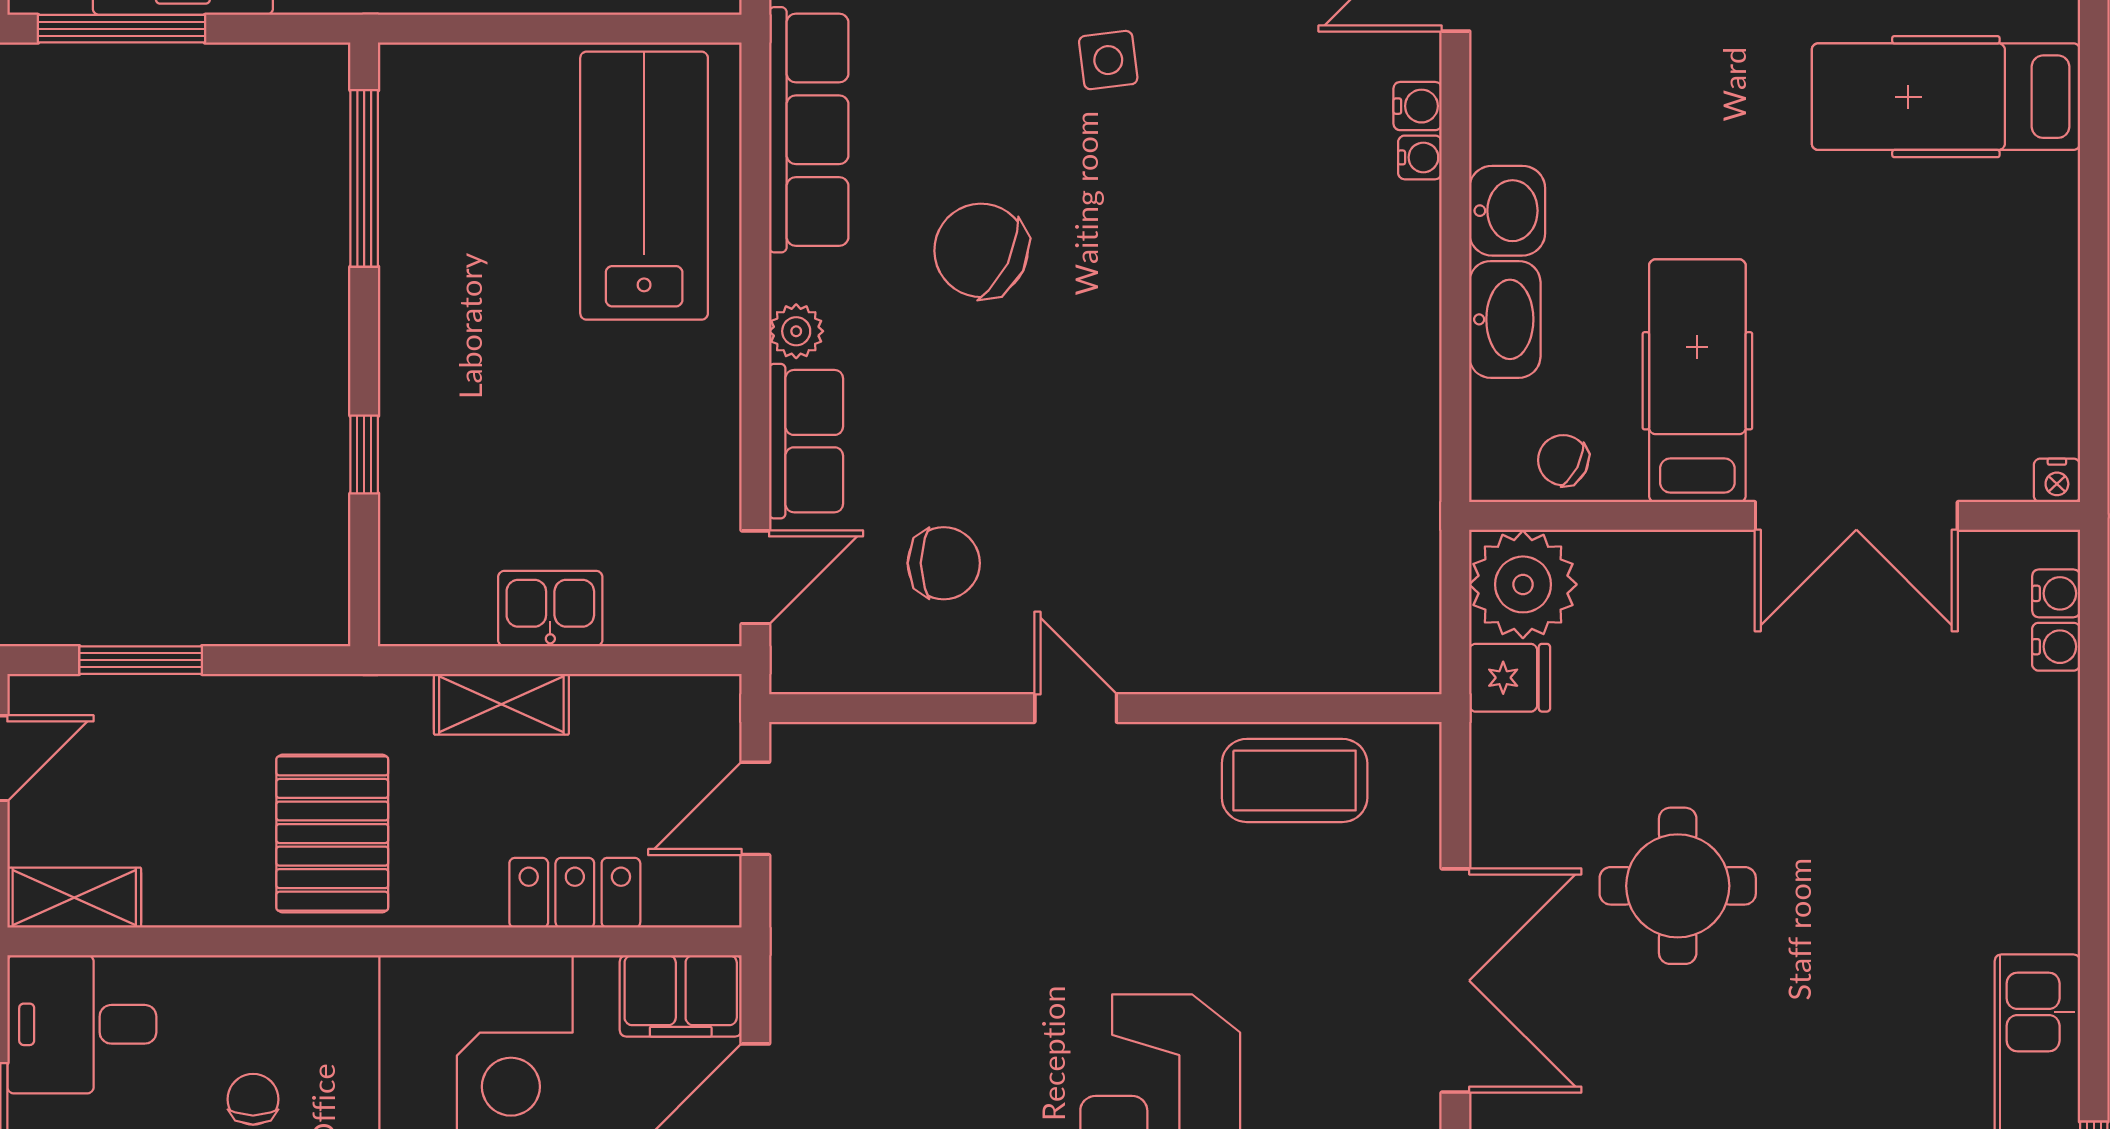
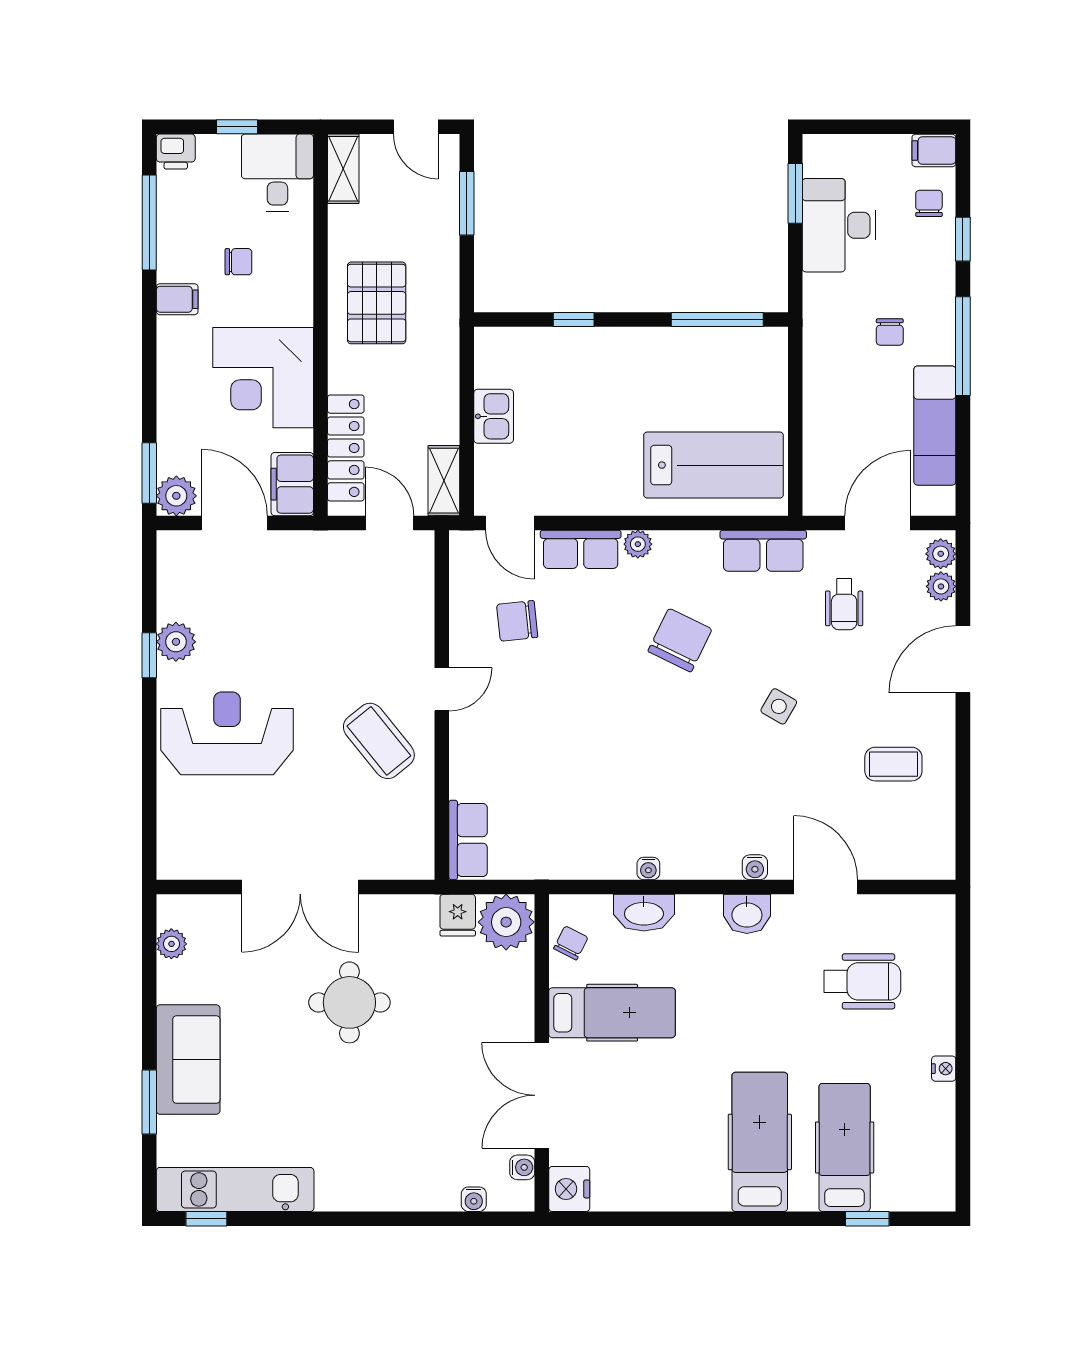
window: (122, 29) -> (795, 193), width x0.69
side table: (1108, 60) -> (779, 706), turned 37
row of seats: (809, 130) -> (763, 551), width x0.68
water cooler: (1420, 157) -> (648, 868), moved
washbasin: (1507, 211) -> (747, 914), moved
nightstand: (2057, 480) -> (569, 1189), width x1.89, depth x1.79
chair: (944, 563) -> (517, 621), turned 84
water cooler: (2056, 593) -> (522, 1167), moved, turned -90
row of seats: (1365, 658) -> (468, 840), added
shelving: (501, 704) -> (444, 481), moved
coffee table: (1295, 780) -> (379, 741), moved, turned -39
pallet: (332, 834) -> (377, 303), turned 90
locker: (575, 893) -> (346, 448), width x1.53

